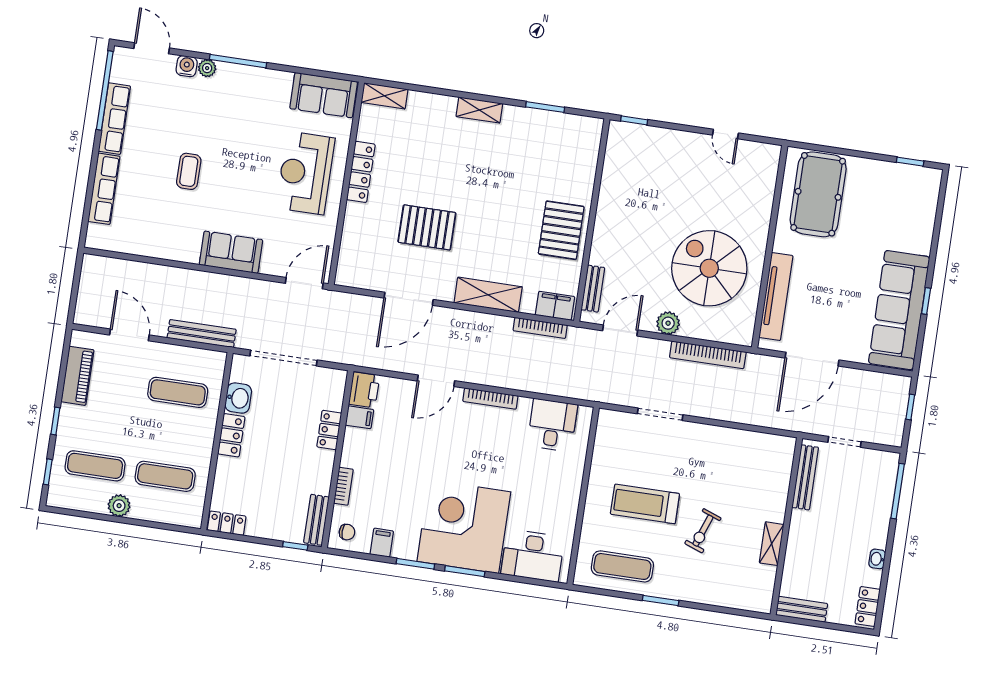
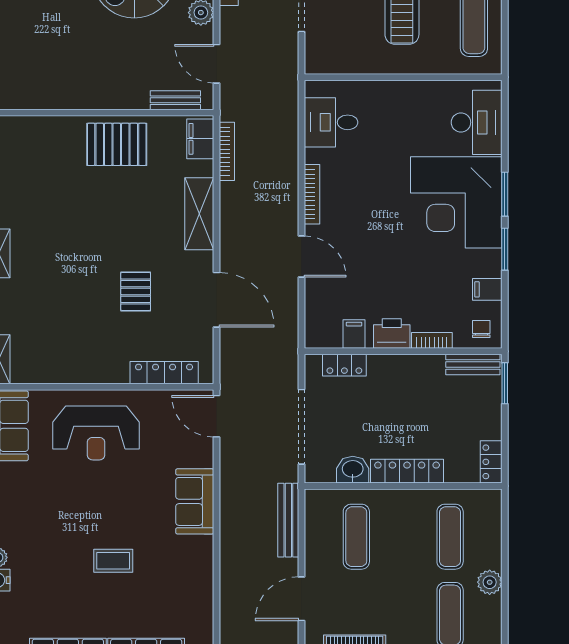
locker: (361, 172) -> (164, 373), moved
pallet: (427, 227) -> (136, 291), width x0.67, depth x0.71
printer: (364, 390) -> (392, 334), moved
locker: (329, 430) -> (344, 365), moved
locker: (231, 435) -> (407, 471), width x1.53
window: (295, 546) -> (505, 383), width x1.50

